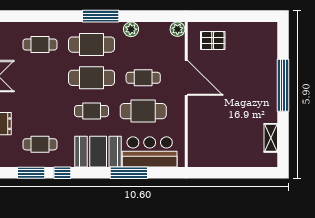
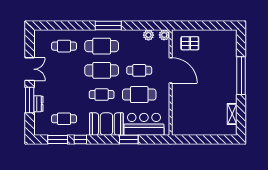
plant: (131, 29) -> (148, 35), moved
window: (129, 173) -> (129, 139), width x0.69

